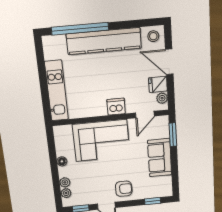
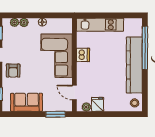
door: (169, 62) -> (114, 114), removed
dishwasher: (116, 107) -> (83, 55), moved
sofa: (160, 158) -> (26, 102), moved

